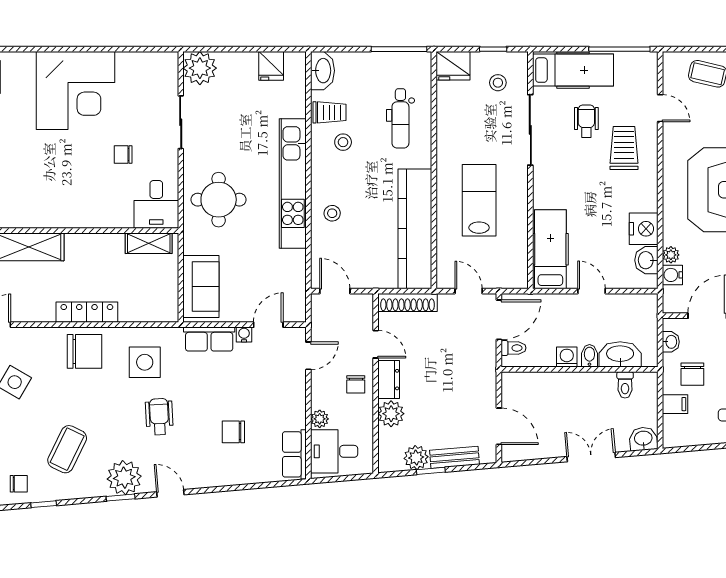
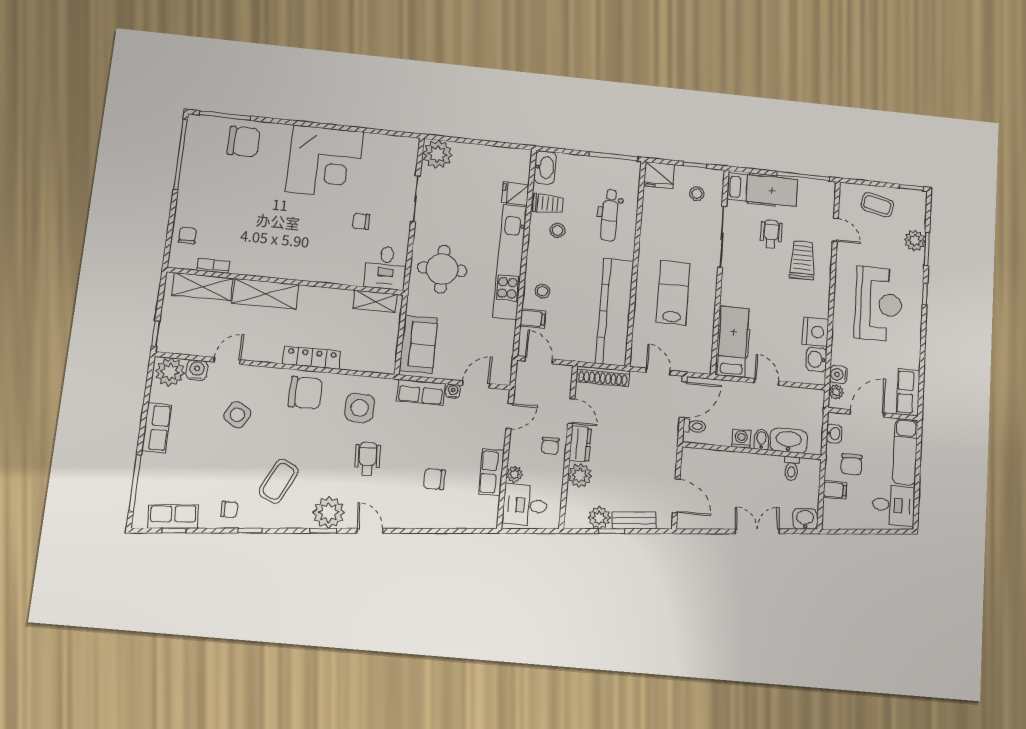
fridge: (271, 66) -> (515, 194), moved, turned 90
filing cabinet: (324, 245) -> (533, 319), added
plant: (671, 255) -> (836, 392), moved
row of seats: (294, 454) -> (491, 472), moved

